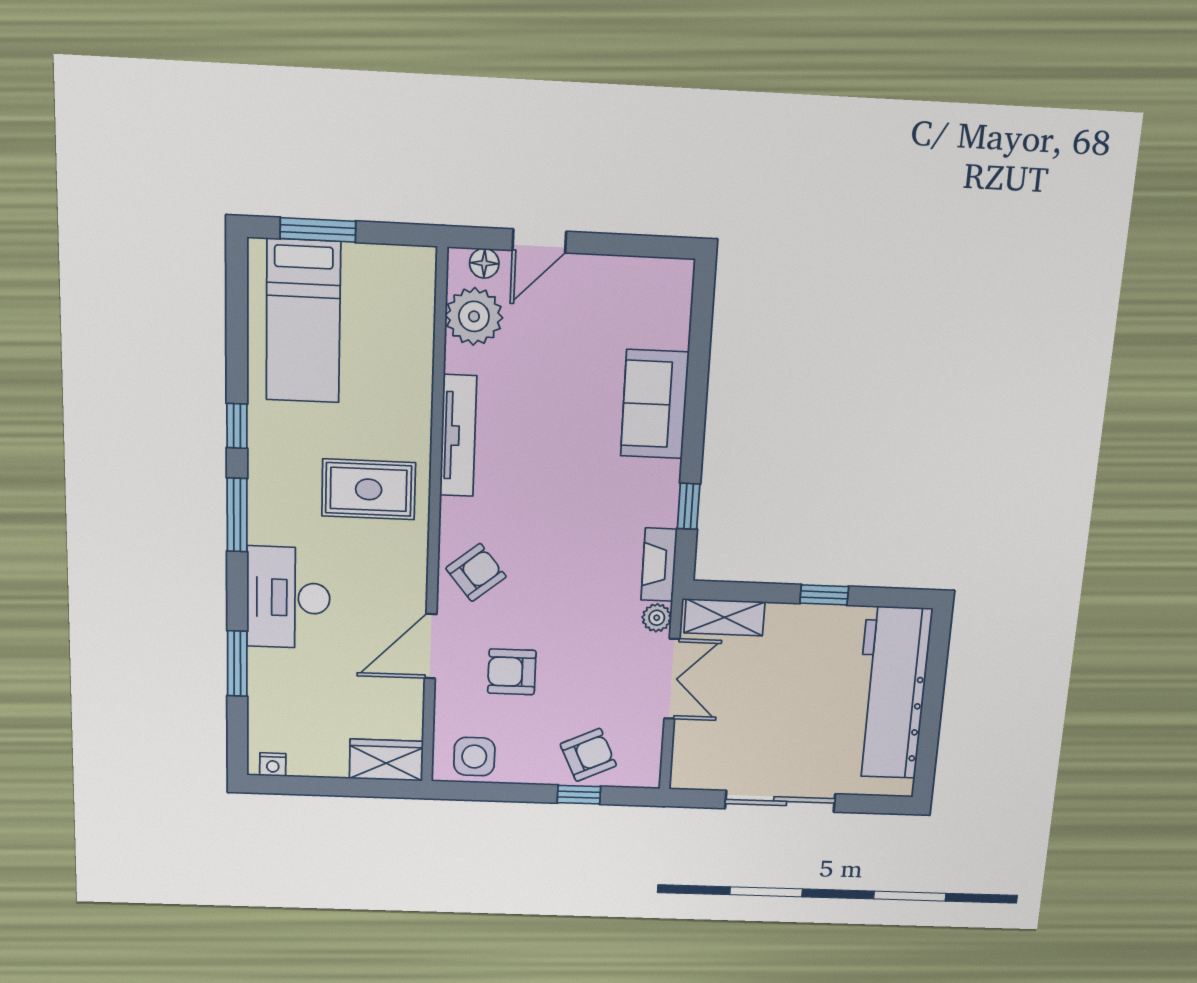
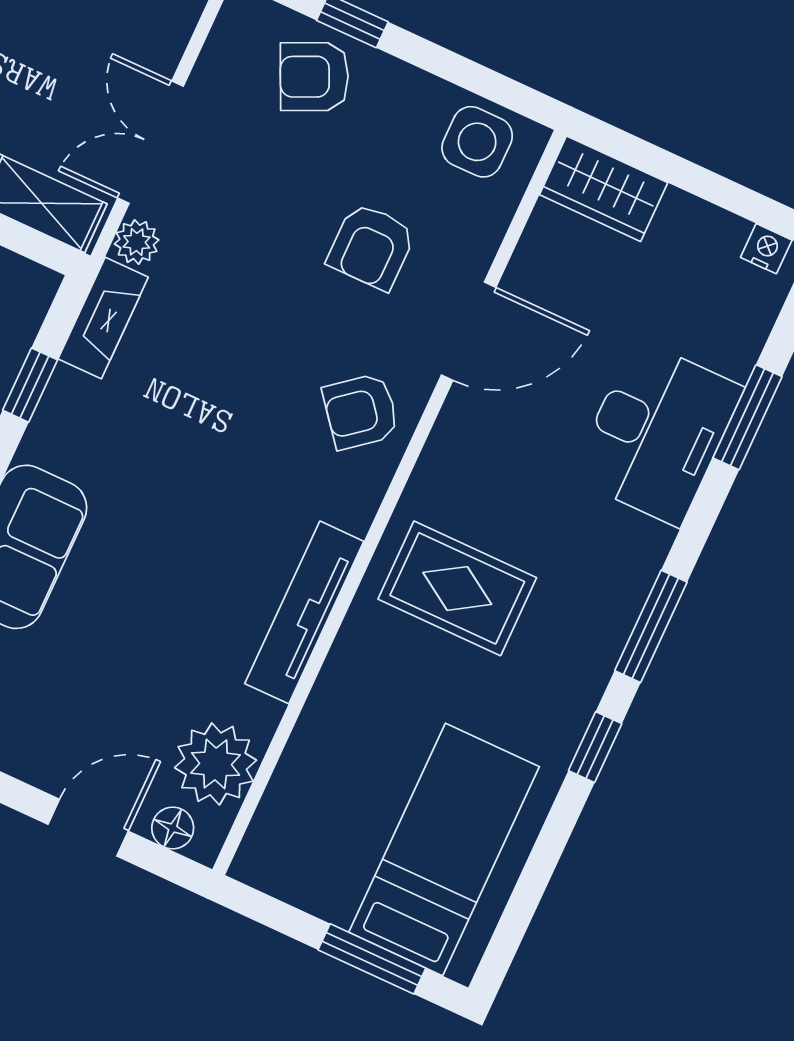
desk: (288, 598) -> (657, 432), moved
armchair: (512, 672) -> (371, 247), turned 90

